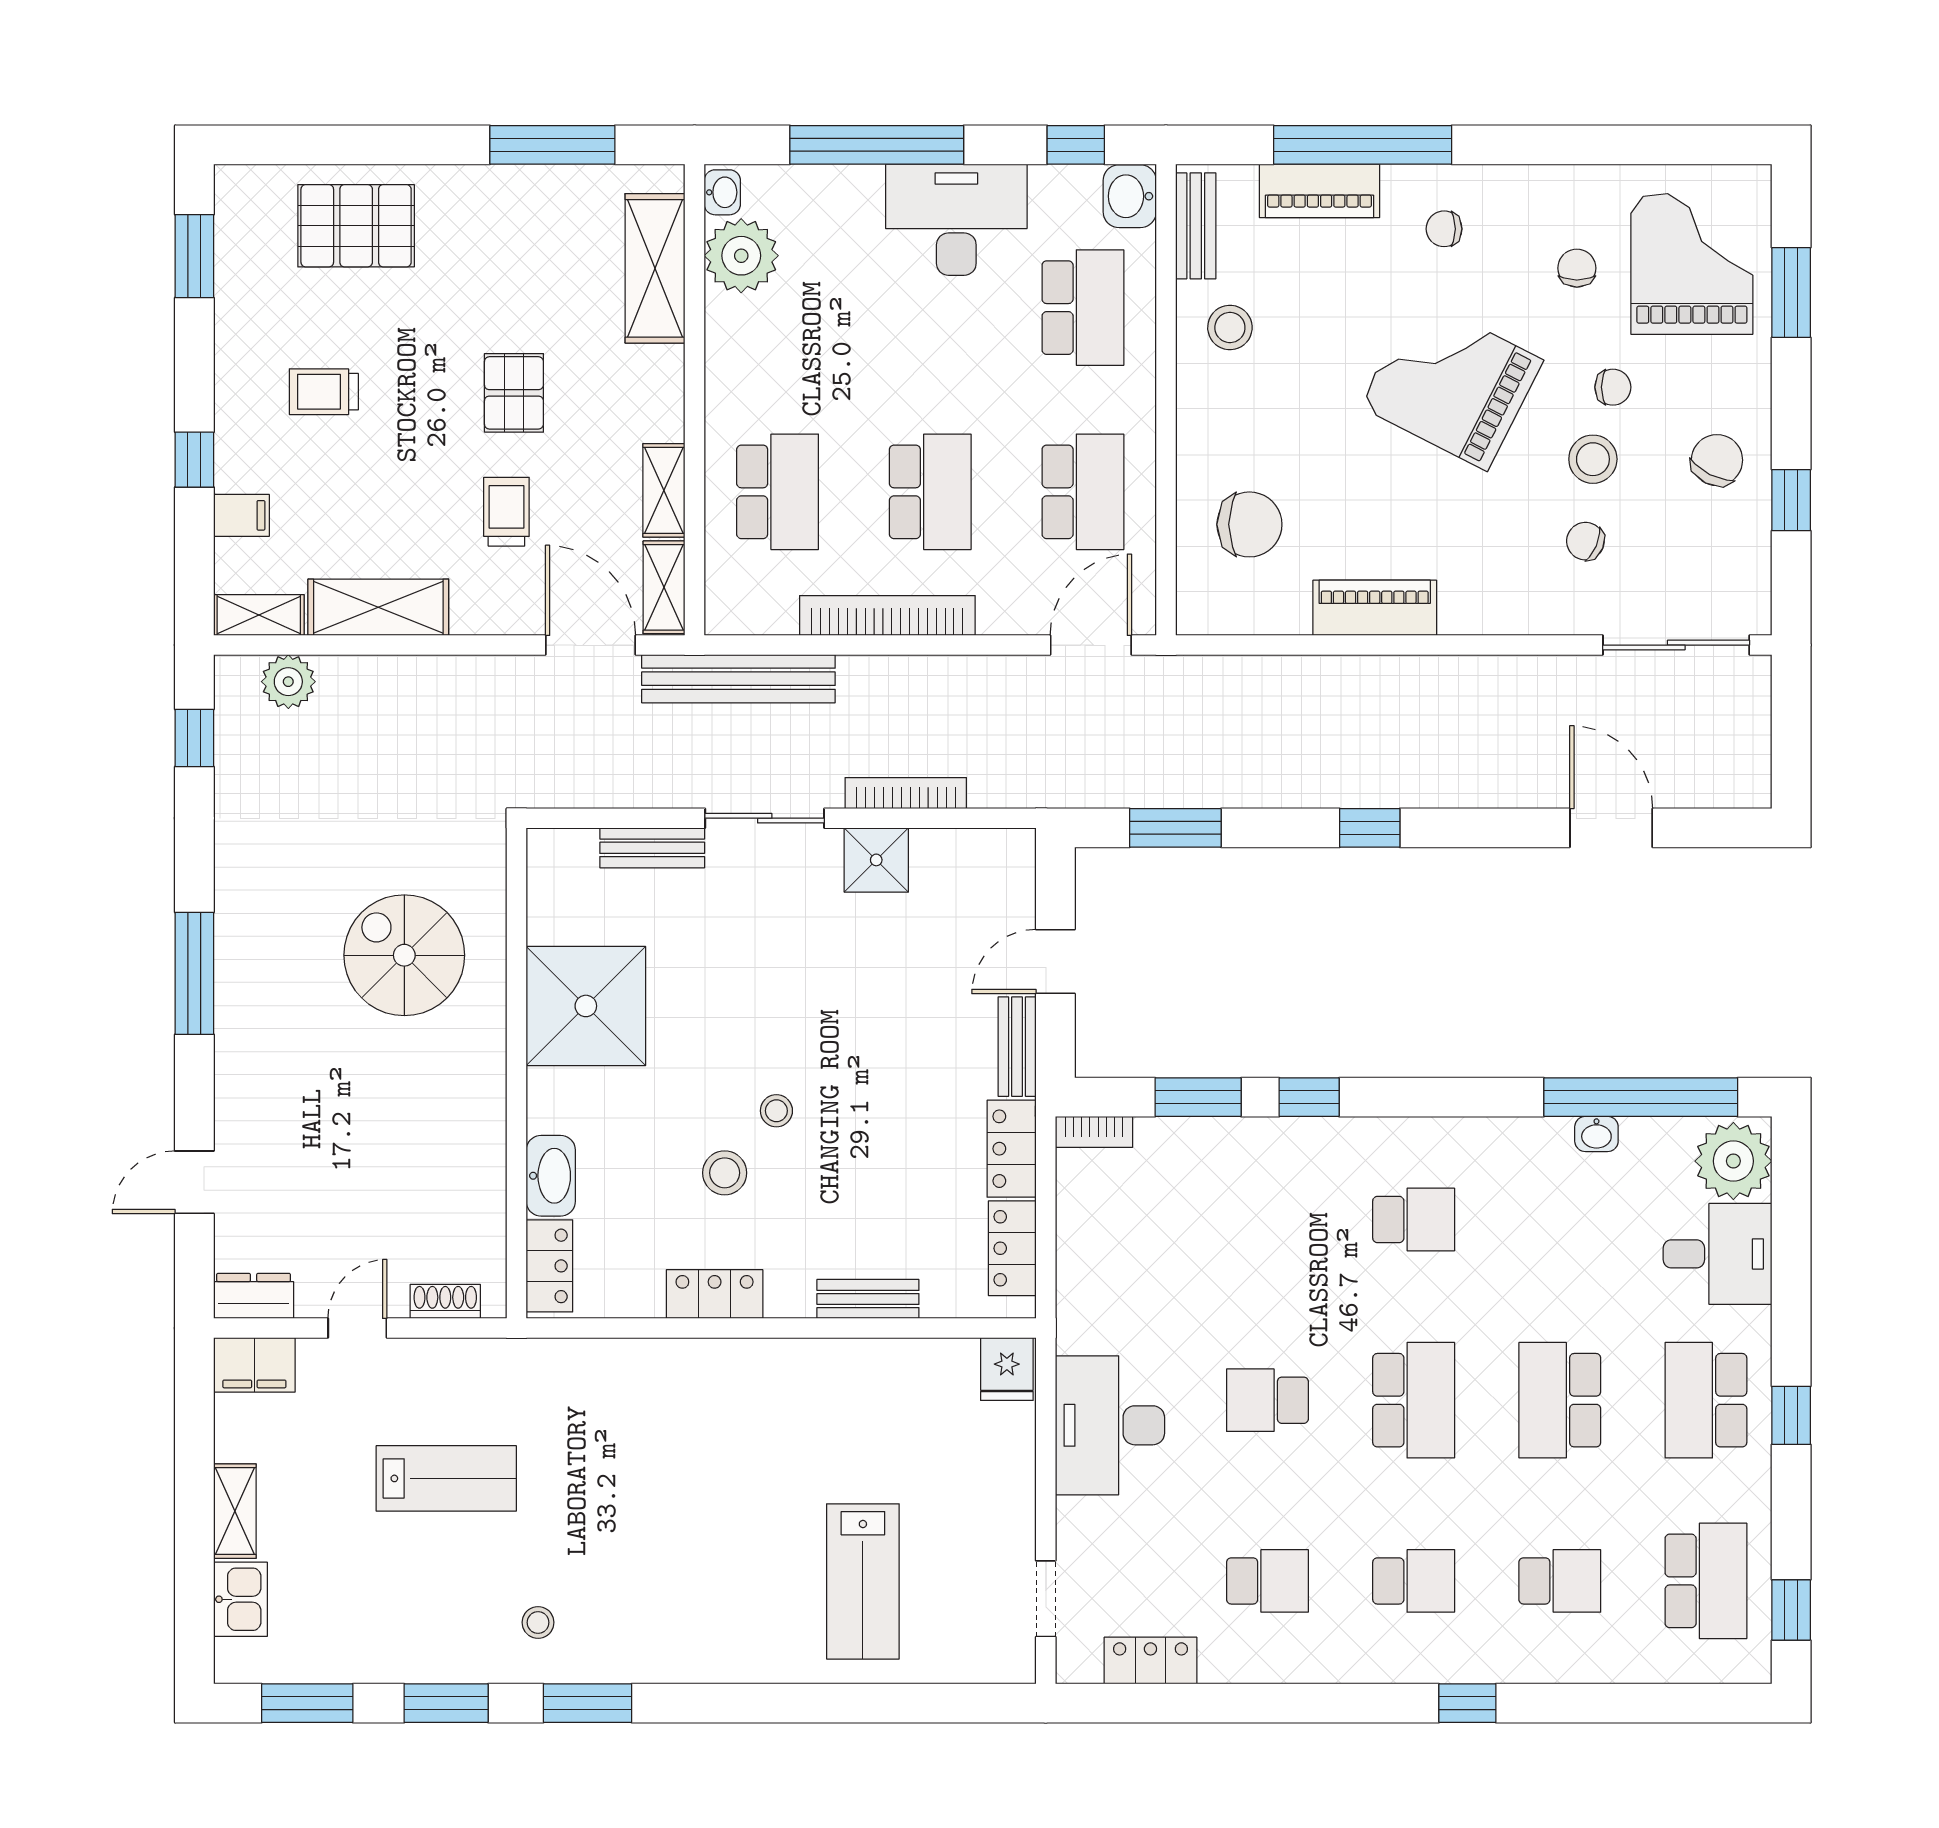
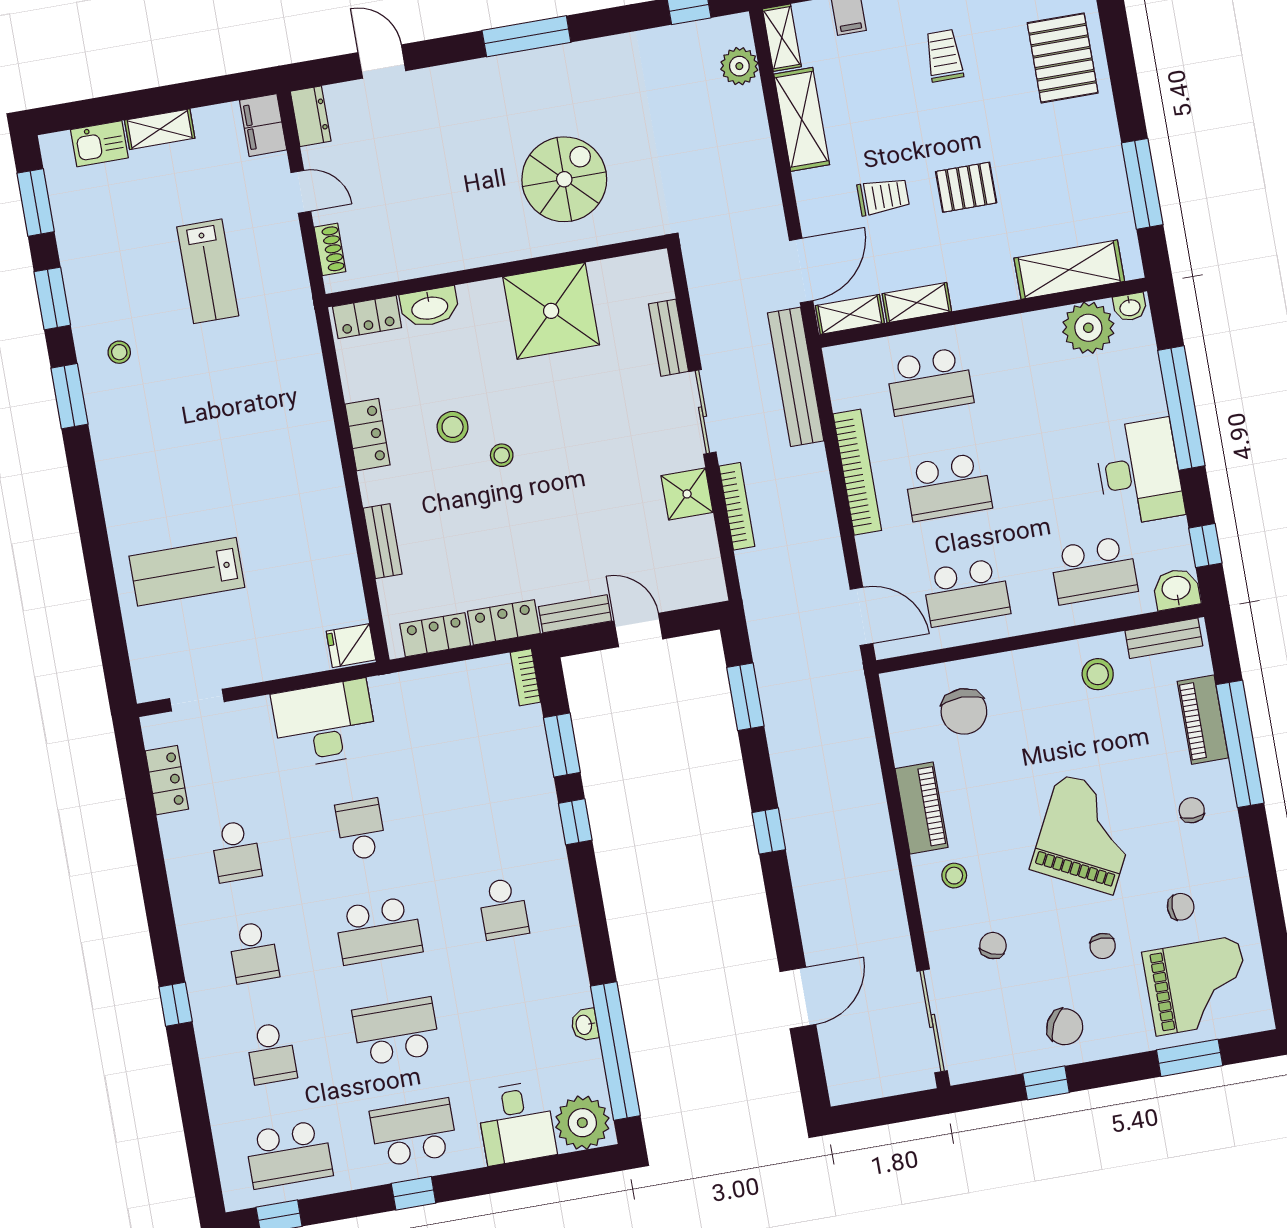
stool: (1593, 459) -> (954, 876), moved, width x0.73, depth x0.73

